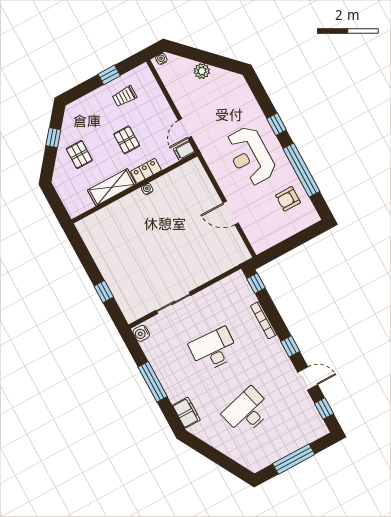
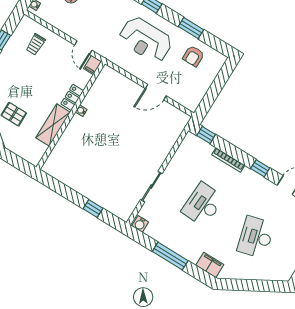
trolley: (124, 96) -> (36, 44), moved
pallet: (127, 140) -> (44, 82), removed
window: (301, 170) -> (191, 28), width x0.47

